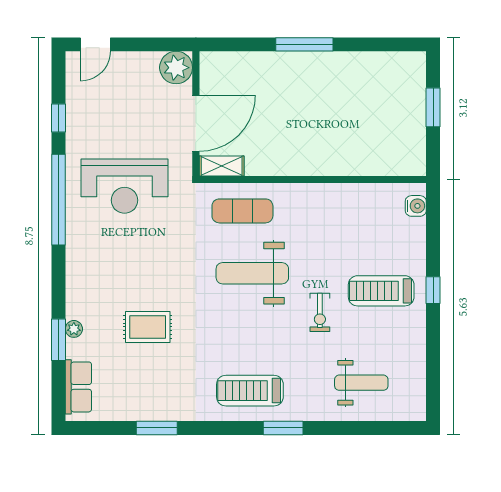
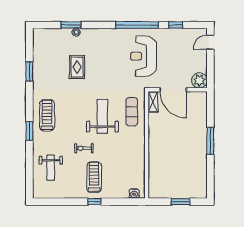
door: (95, 44) -> (210, 42), hinge flipped
row of seats: (78, 387) -> (49, 34), removed

